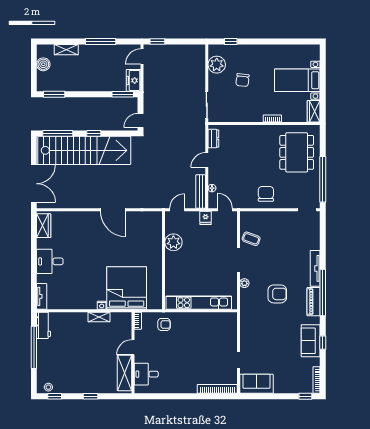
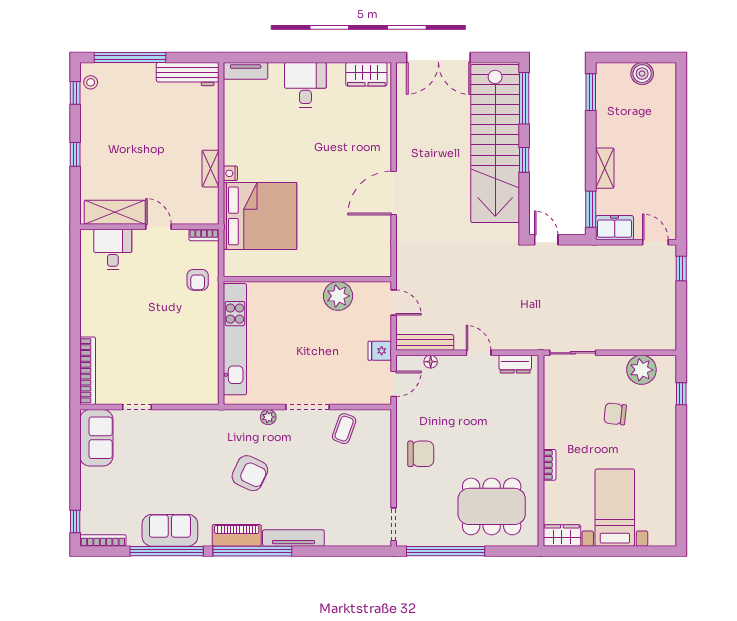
window: (101, 41) -> (681, 172), removed
shelving: (66, 50) -> (605, 168), moved
armchair: (277, 294) -> (250, 473), turned -65
workbench: (44, 325) -> (188, 74), width x1.38
window: (323, 343) -> (167, 551), width x3.17
window: (34, 347) -> (130, 57), moved

